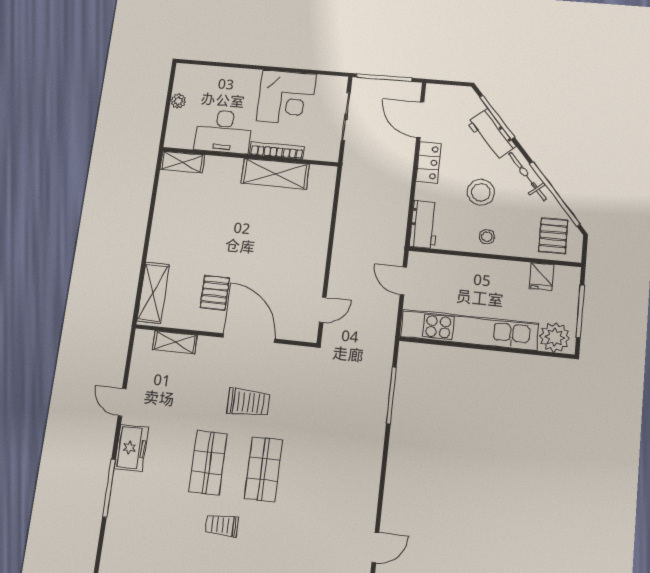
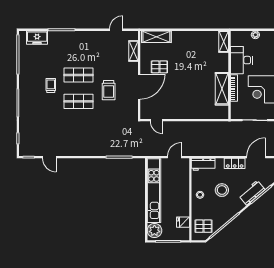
bicycle: (527, 176) -> (232, 212), removed
door: (122, 402) -> (116, 30), moved
freezer: (131, 448) -> (37, 38), moved

